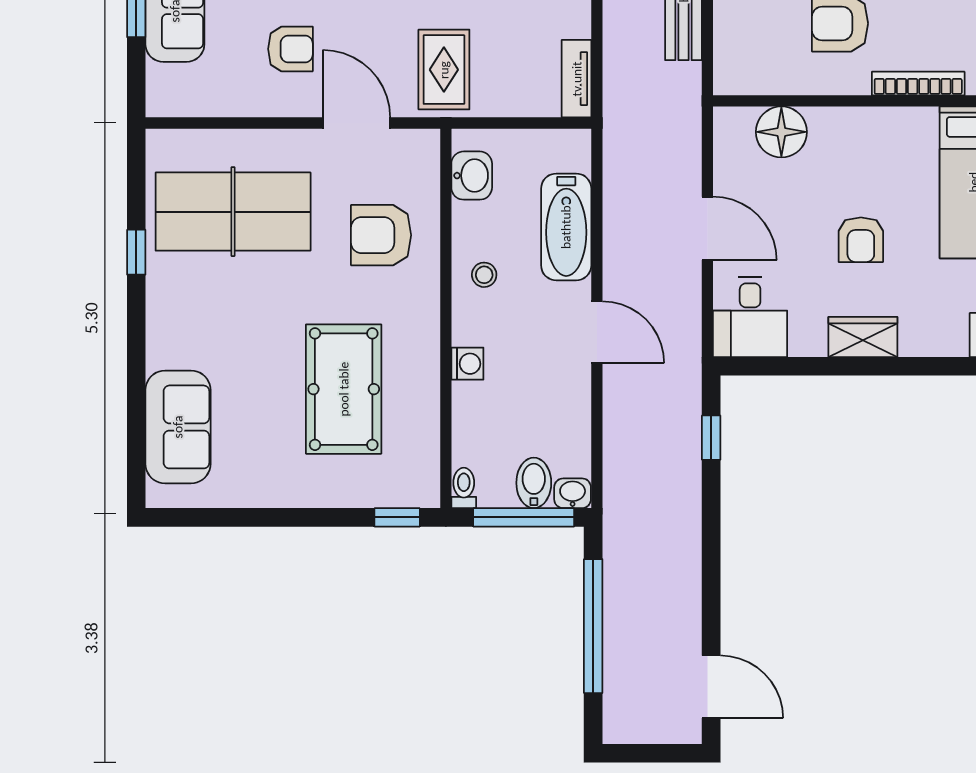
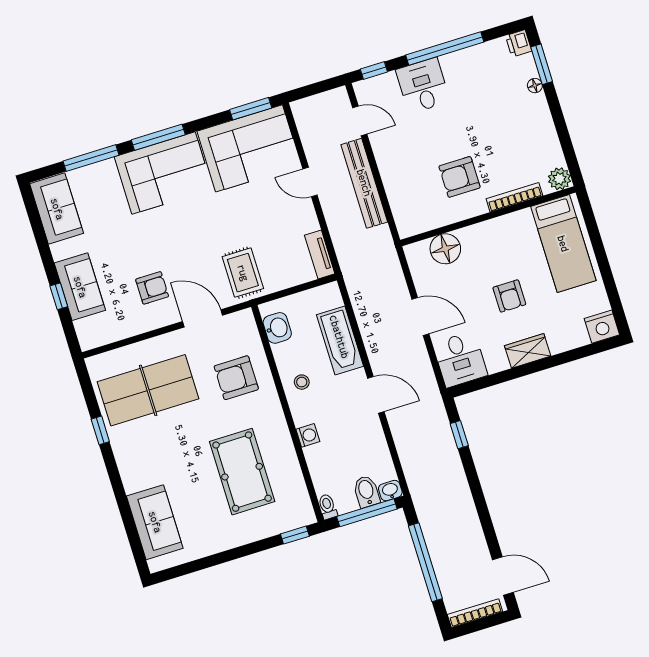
bookcase: (648, 732) -> (475, 613), added

